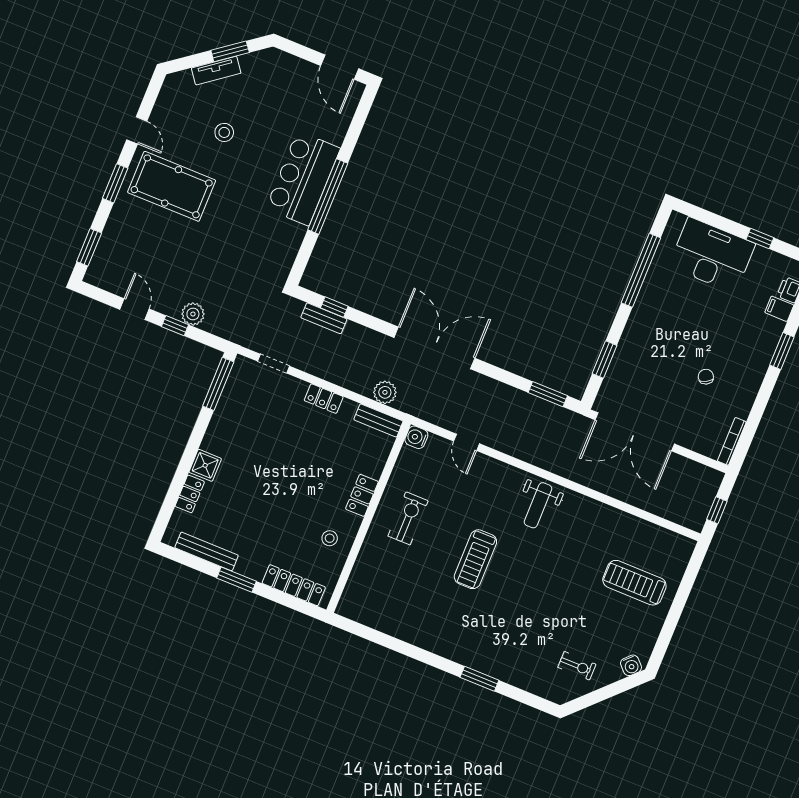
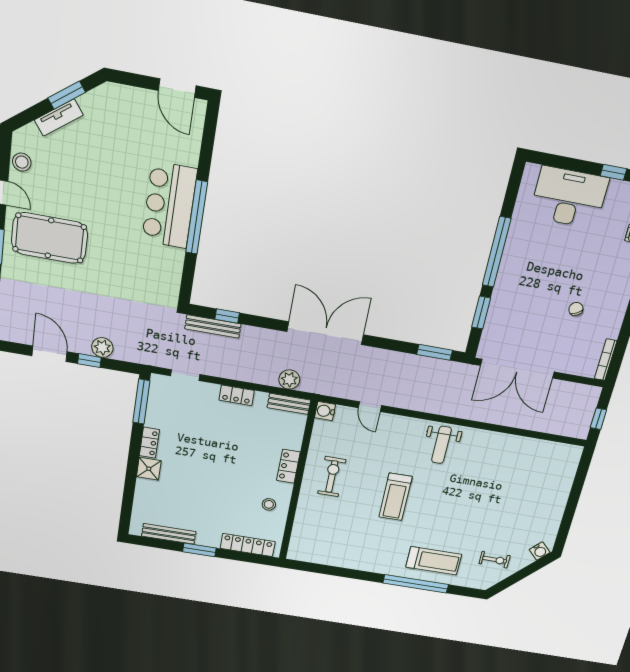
stool: (224, 132) -> (22, 162), moved
window: (641, 270) -> (497, 252), moved
door: (135, 309) -> (49, 354), width x1.38
bench: (324, 318) -> (213, 326), width x1.36
locker: (190, 494) -> (149, 443), moved
treadmill: (634, 583) -> (434, 561), moved, turned 180
window: (479, 679) -> (416, 584), width x2.11

